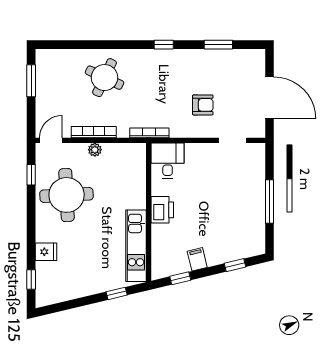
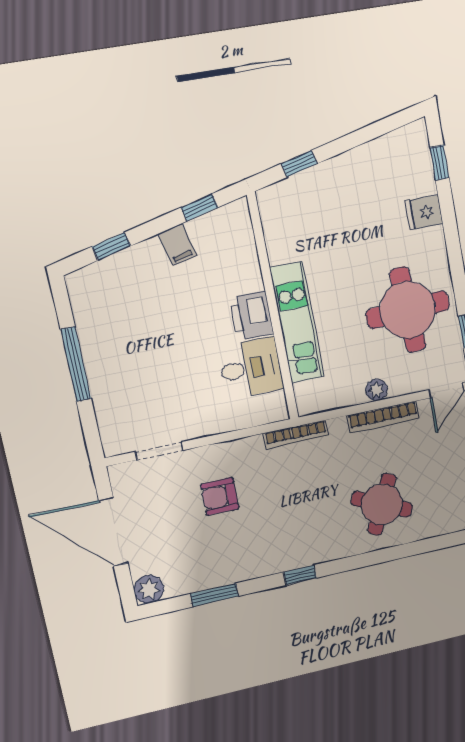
plant: (256, 58) -> (149, 589), added
desk: (168, 161) -> (251, 368), moved, turned -90
kitchen unit: (136, 246) -> (297, 323), moved

